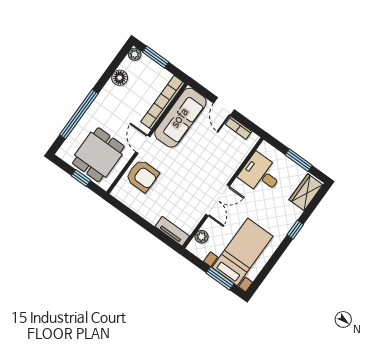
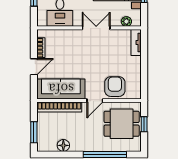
plant: (135, 54) -> (42, 147), removed

